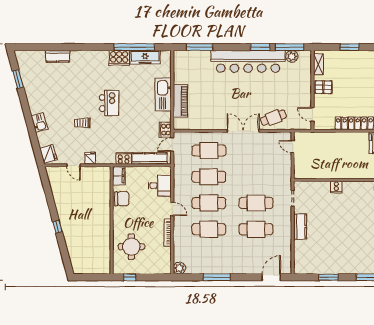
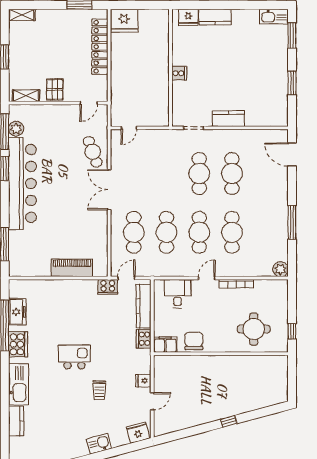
freezer: (145, 57) -> (17, 312), width x0.71
kitchen sink: (163, 94) -> (19, 384), moved, turned -90
door: (172, 145) -> (126, 278), swing flipped

